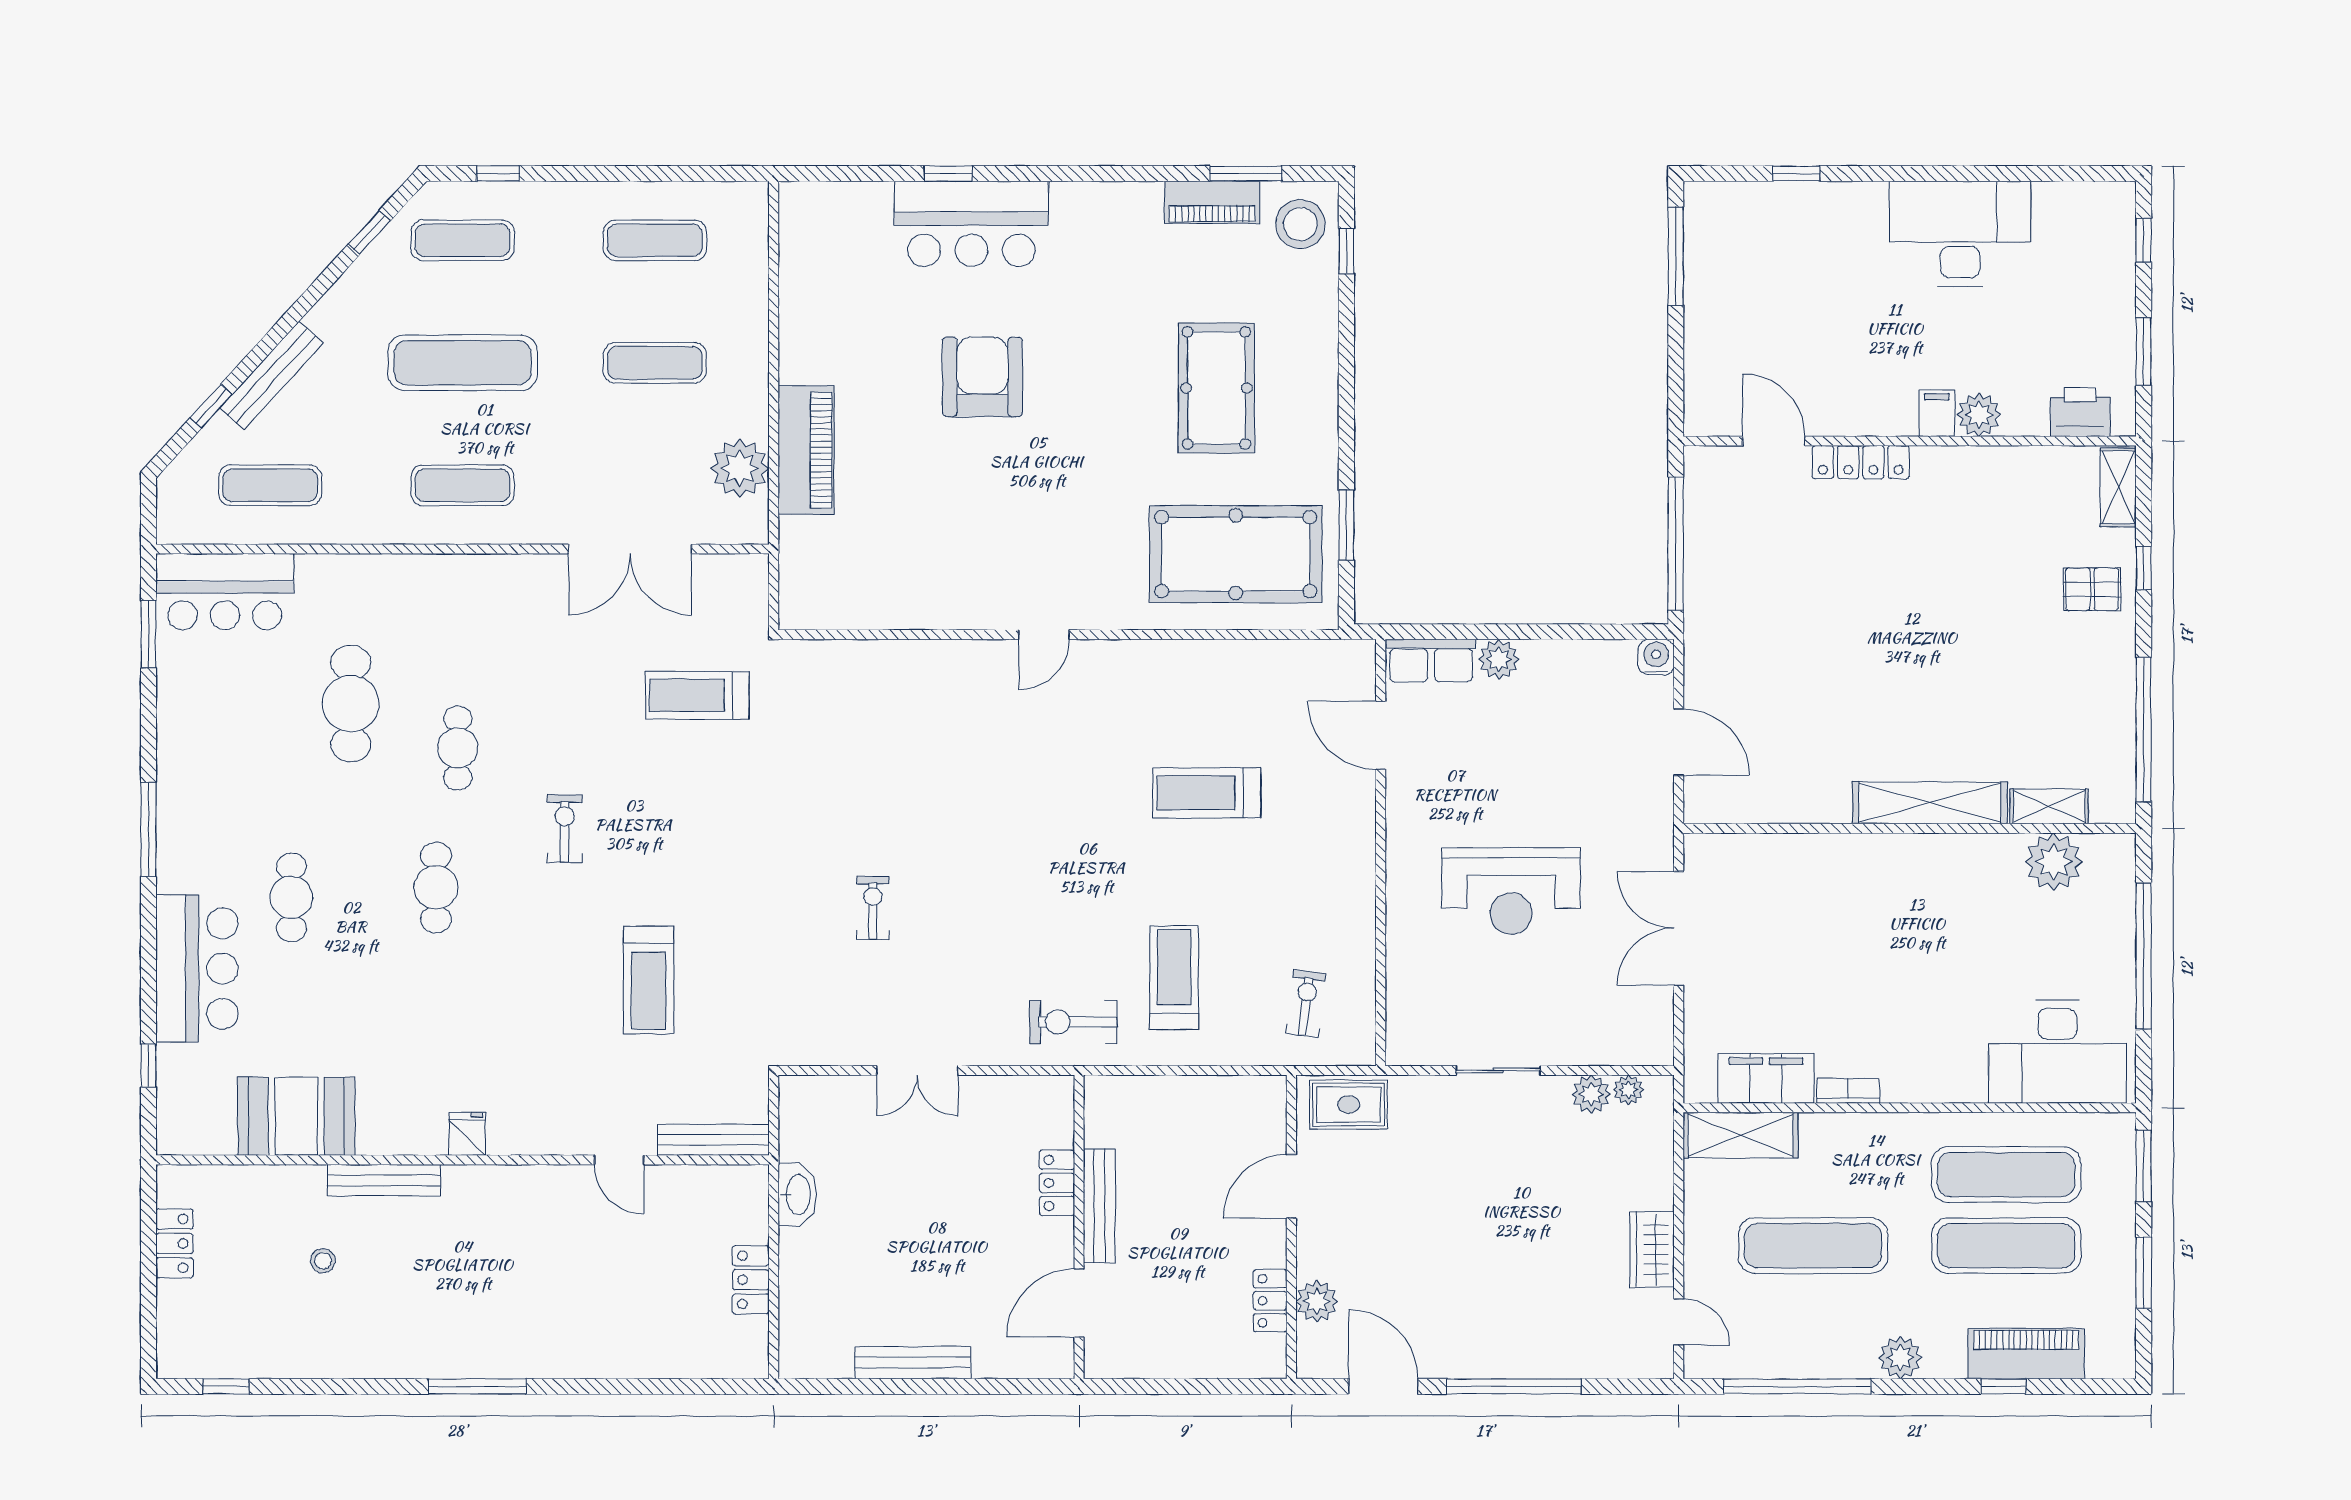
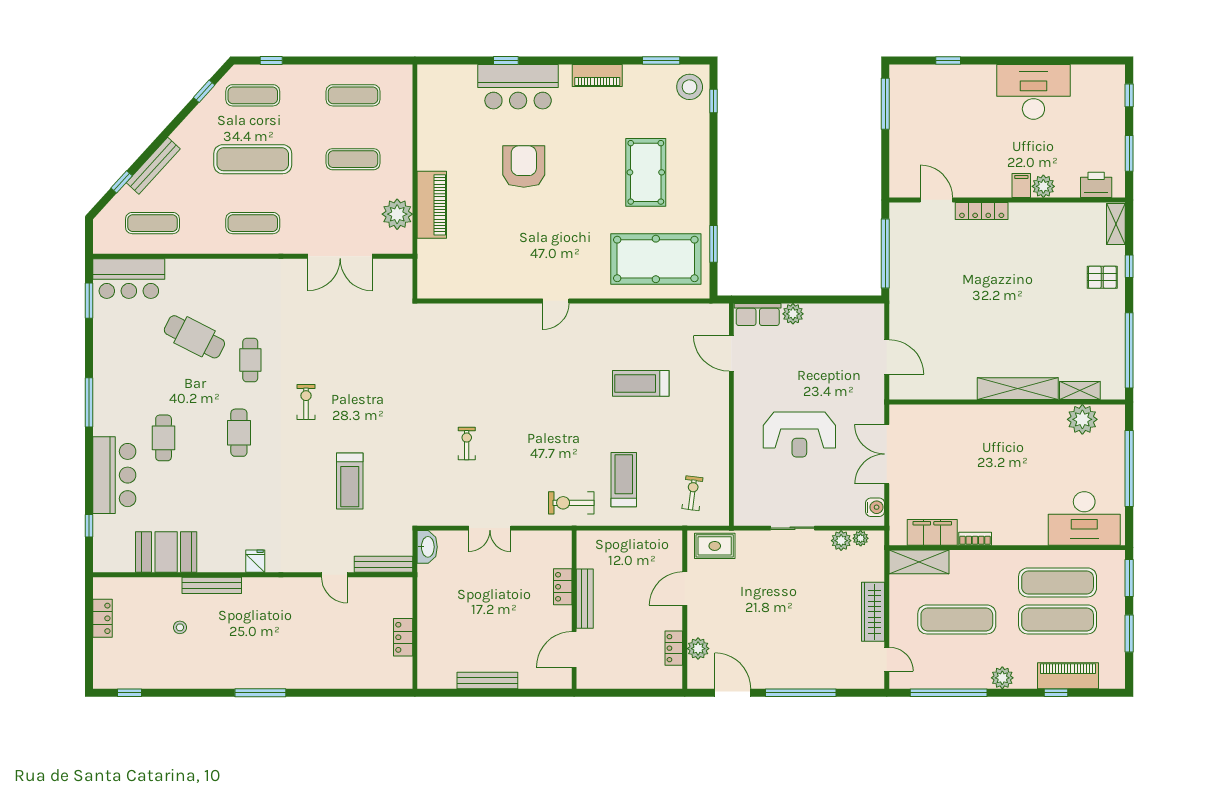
piano: (1212, 202) -> (597, 76), moved
water cooler: (1656, 657) -> (875, 507), moved, turned 90
treadmill: (697, 695) -> (375, 333), removed
cafe table: (351, 704) -> (194, 337), turned -63
washbasin: (797, 1195) -> (427, 547), moved
wardrobe: (1652, 1250) -> (873, 612), width x1.50

